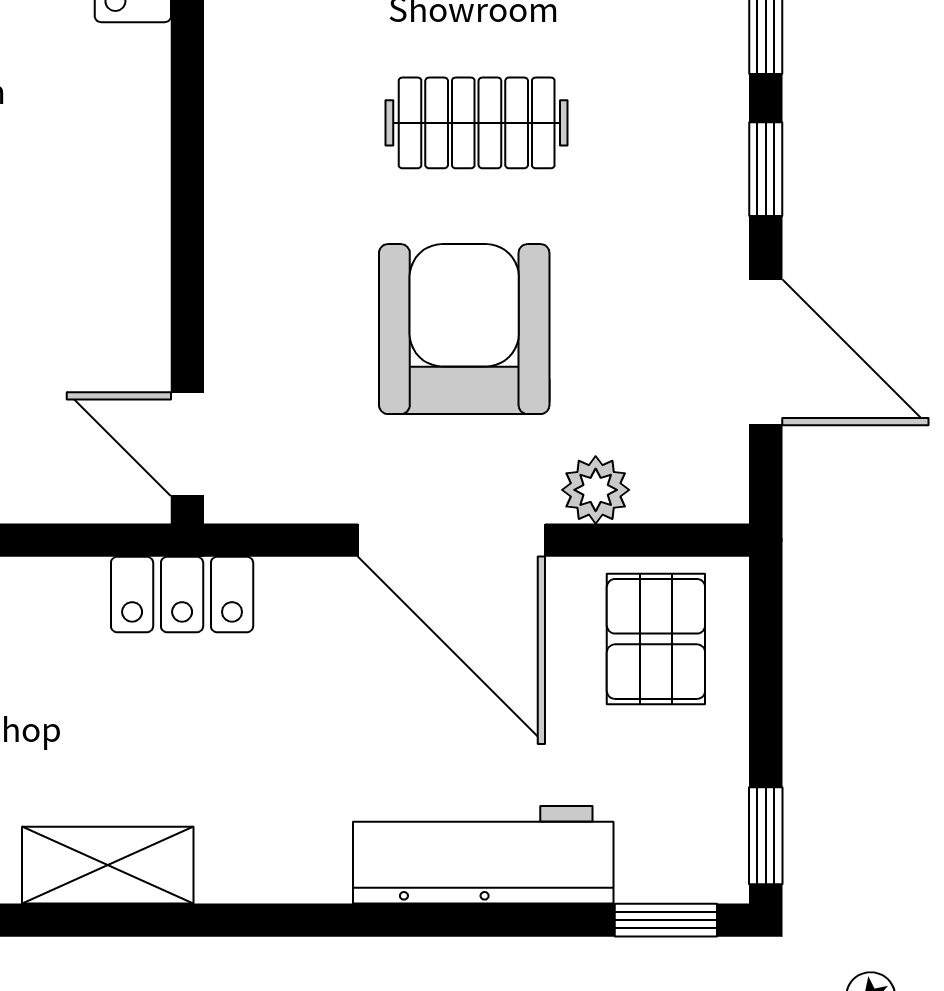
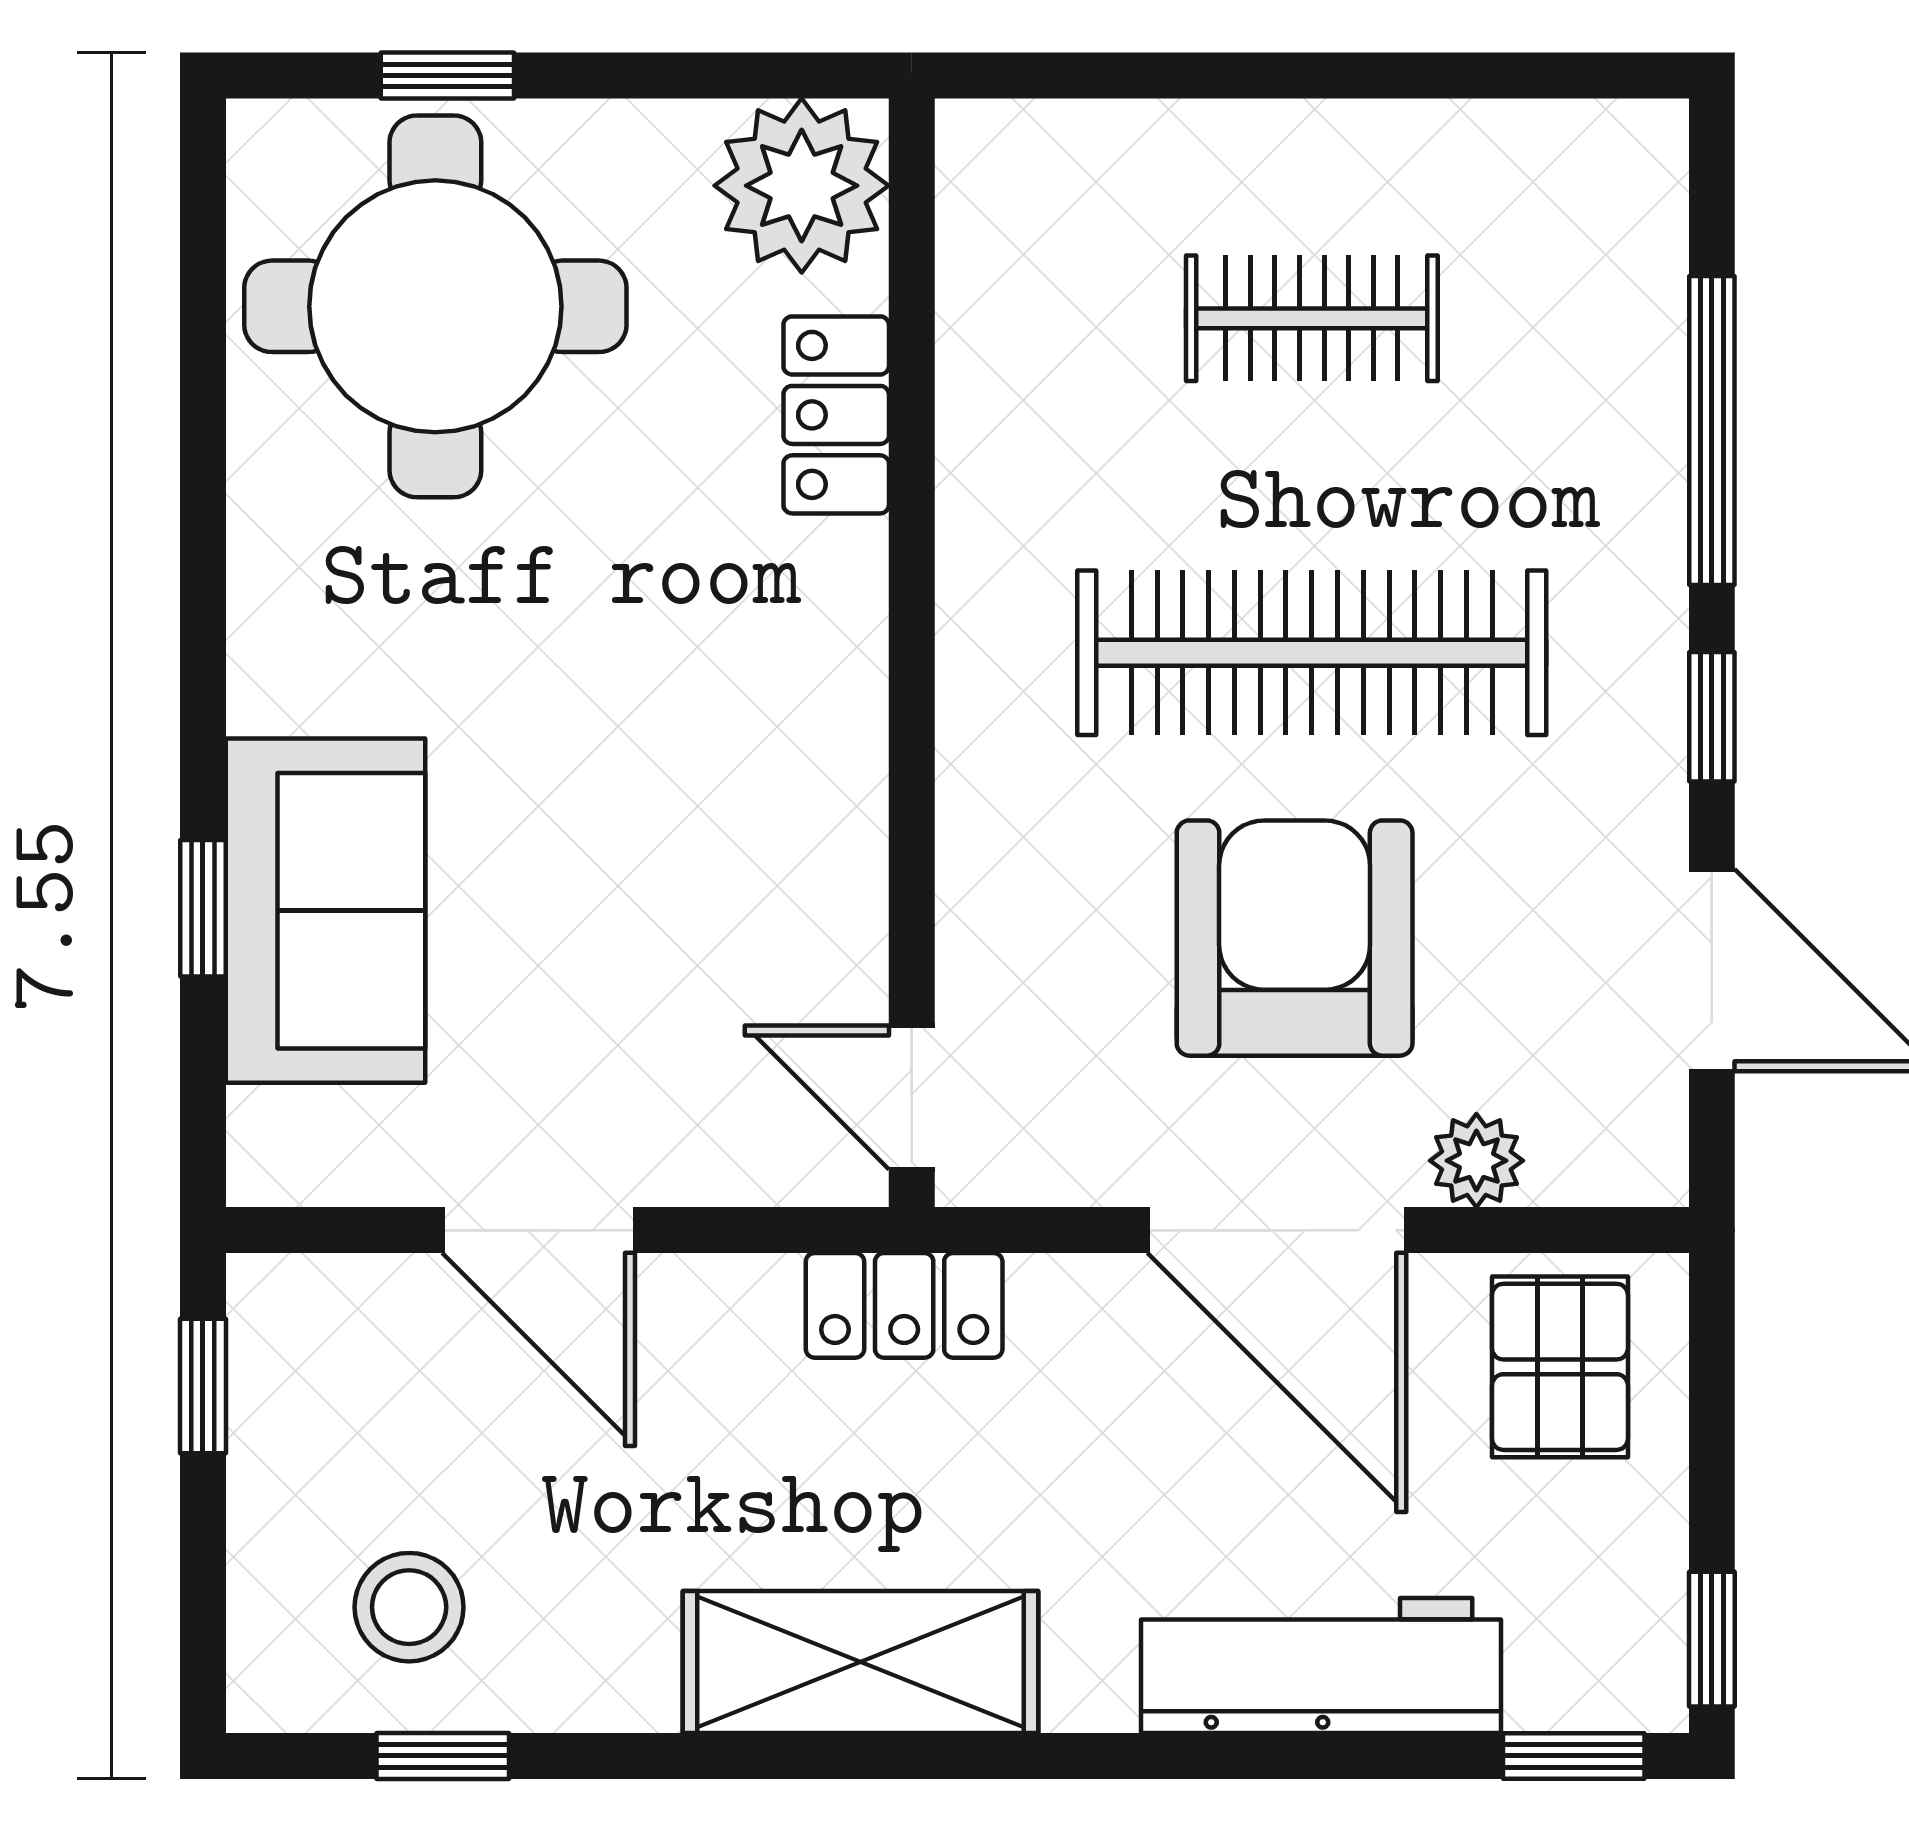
clothes rail: (477, 123) -> (1312, 653), width x1.86, depth x1.31
shelving: (108, 865) -> (861, 1662), width x1.50, depth x1.33

